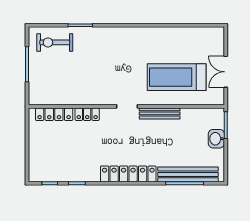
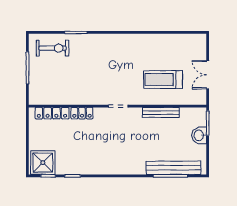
exercise bike: (55, 42) -> (53, 48), turned 180
treadmill: (177, 77) -> (163, 80), width x0.73, depth x0.73
bench: (160, 113) -> (161, 112), moved
shower: (44, 169) -> (43, 163), added
locker: (128, 174) -> (119, 167), removed

